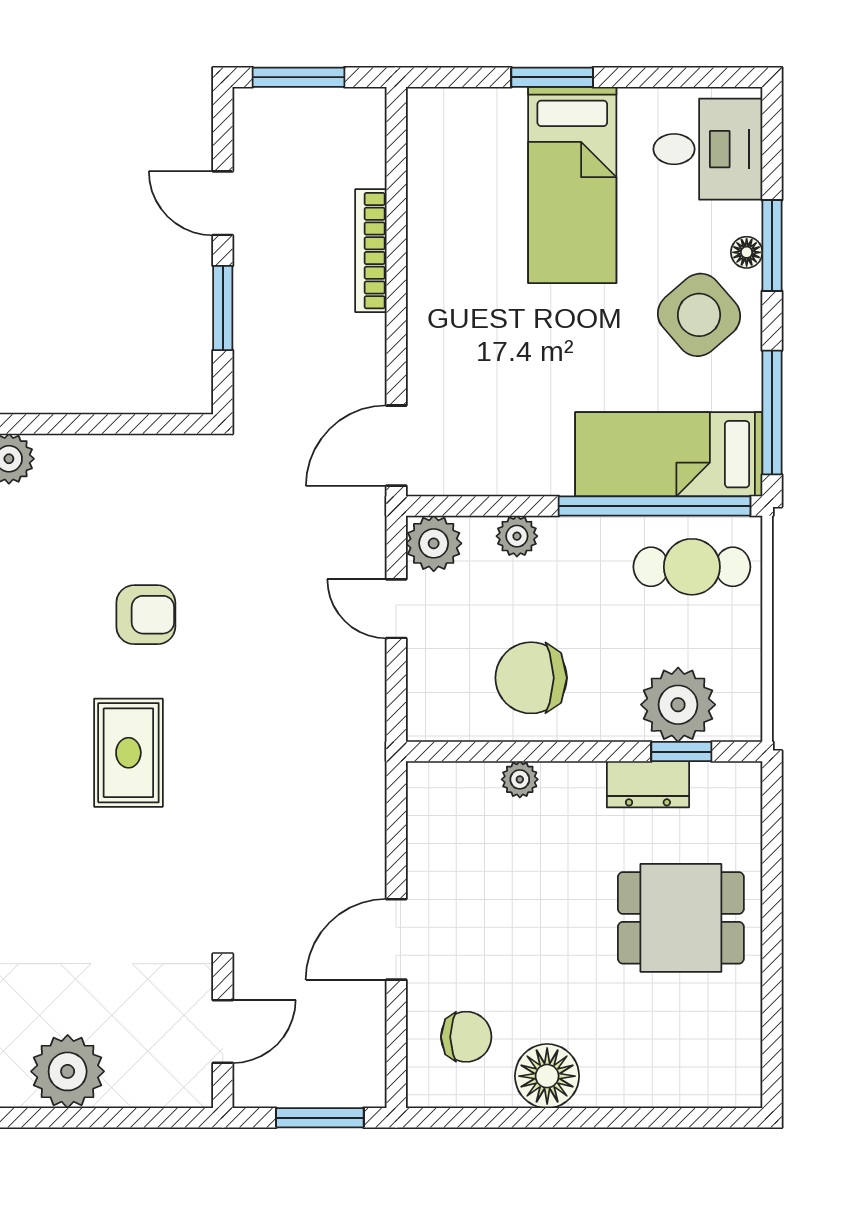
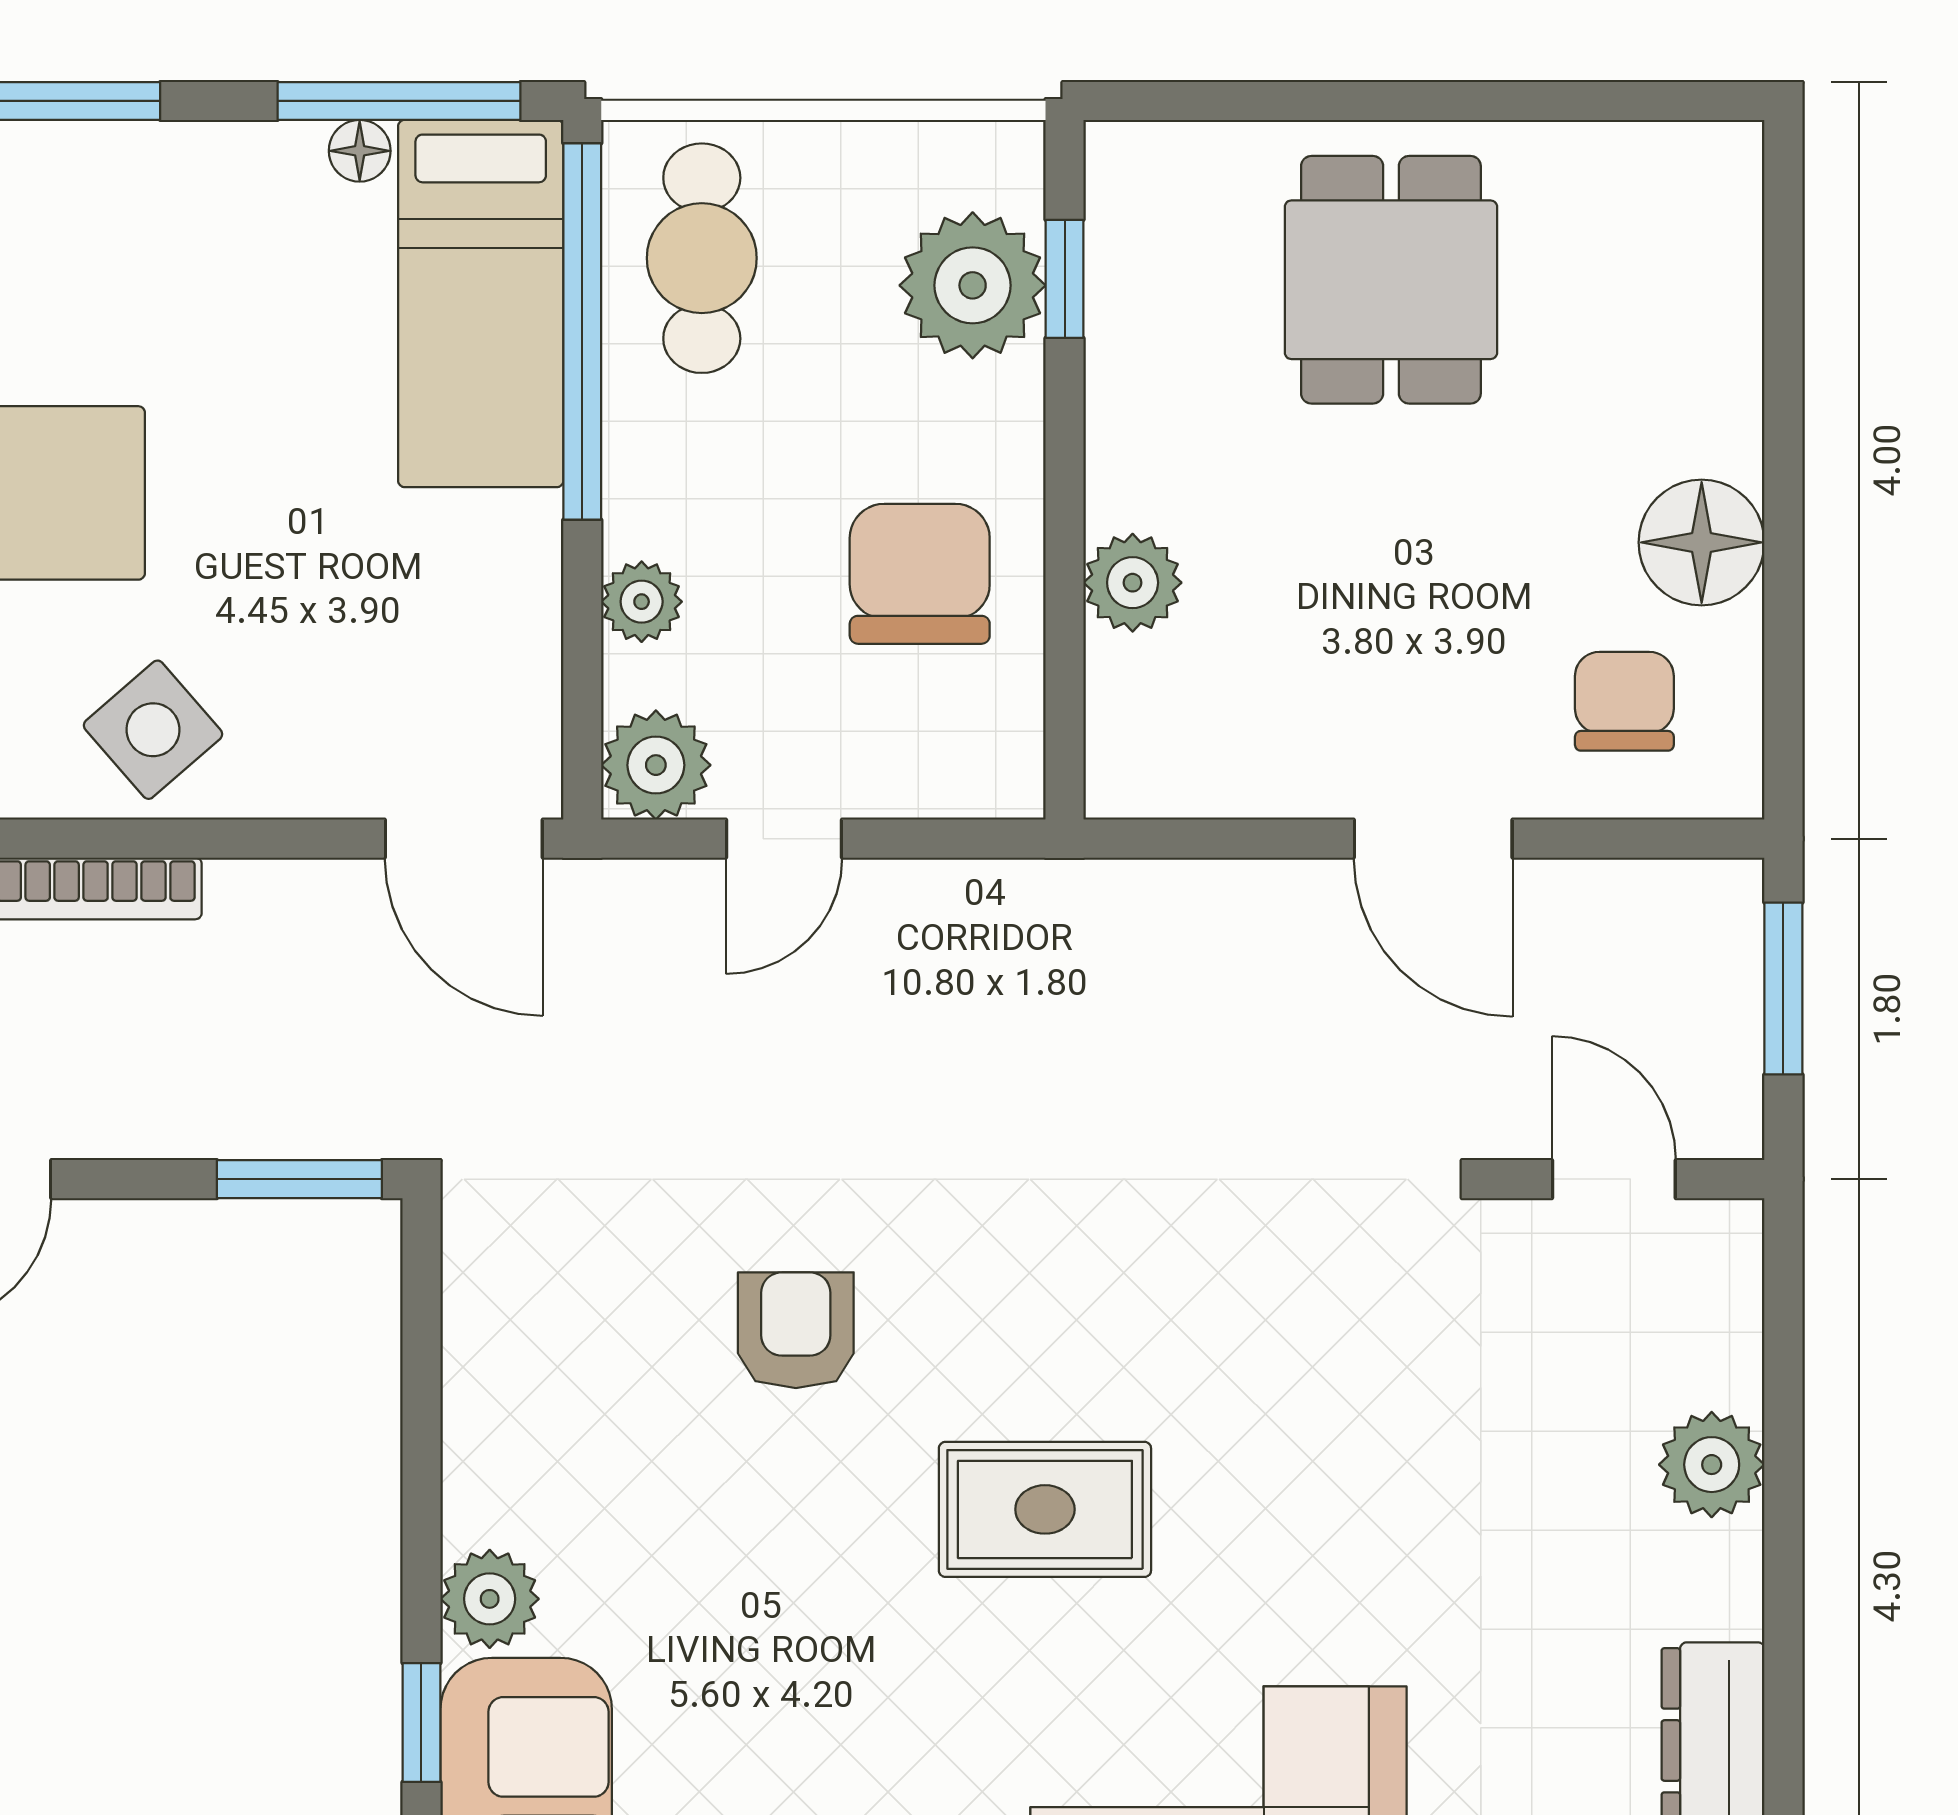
floor lamp: (747, 252) -> (360, 151), moved
window: (223, 308) -> (299, 1179), moved
side table: (699, 315) -> (153, 730), moved, width x0.73, depth x0.73
chair: (531, 678) -> (920, 574), turned 180
rug: (128, 753) -> (1045, 1509), moved
plant: (520, 779) -> (1133, 583), width x1.38, depth x1.38
dresser: (648, 784) -> (1129, 344), removed
plant: (68, 1071) -> (1712, 1465), width x0.73, depth x0.73

